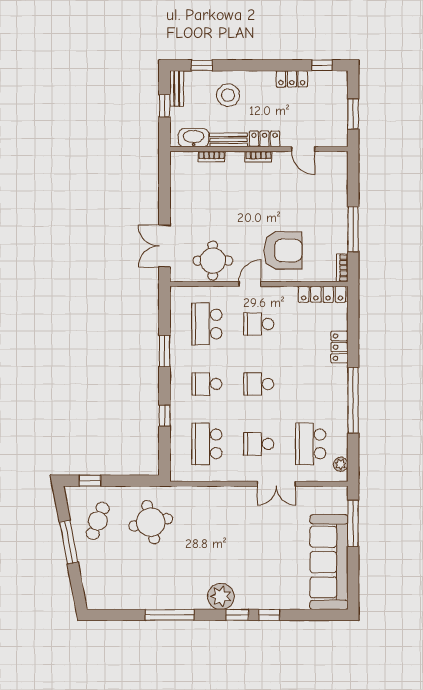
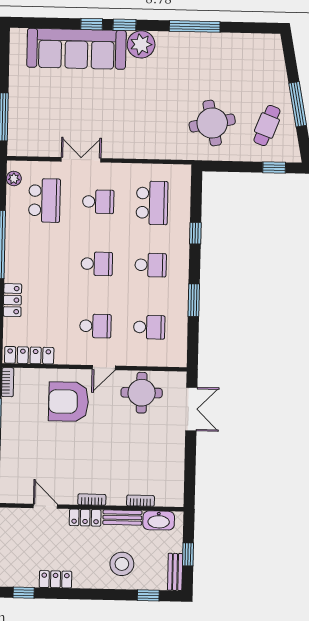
school desk: (207, 324) -> (149, 327), width x0.54
sofa: (329, 562) -> (76, 49), moved, turned 90

